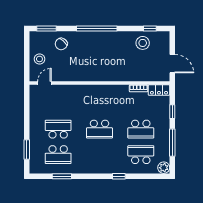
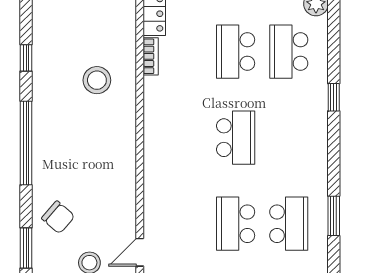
window: (150, 29) -> (26, 58), moved
stool: (143, 43) -> (97, 80), moved
door: (44, 83) -> (140, 252), hinge flipped
school desk: (141, 129) -> (236, 52), turned 180

